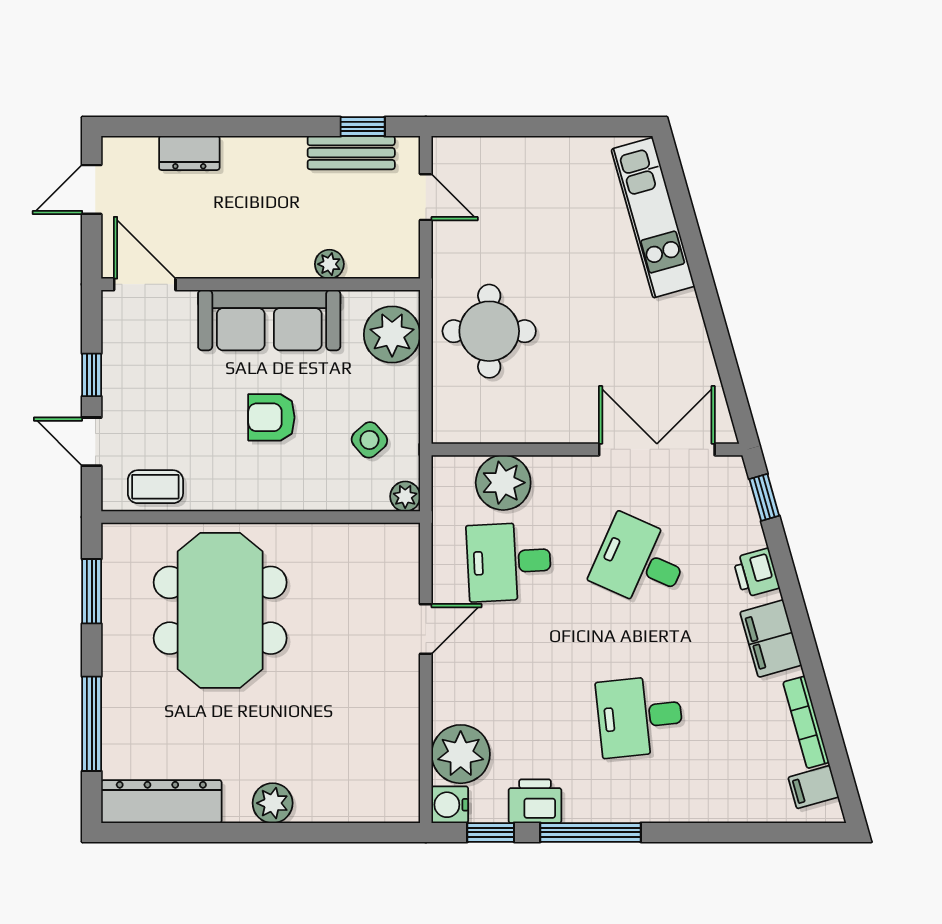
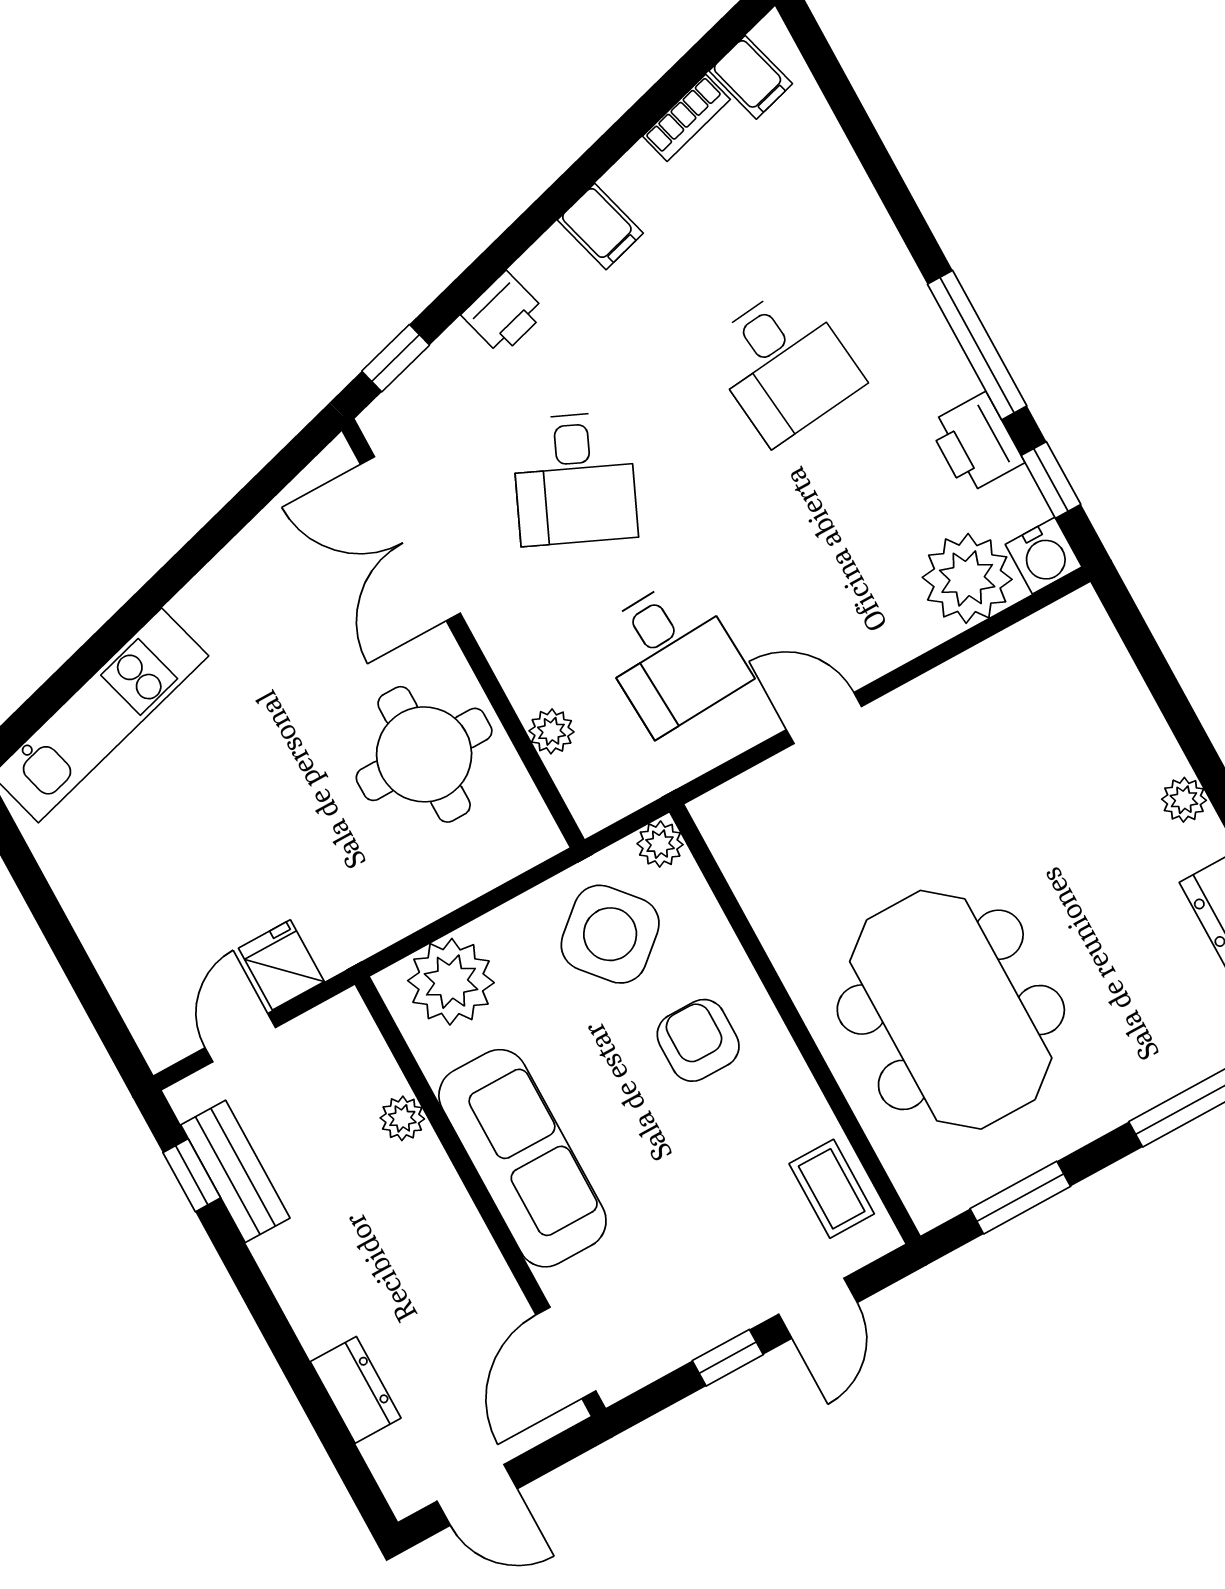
fridge: (454, 243) -> (281, 965), added
round table: (489, 331) -> (424, 754), moved
armchair: (271, 417) -> (698, 1040), moved, turned 180
side table: (369, 440) -> (610, 934), width x1.87, depth x1.87
plant: (503, 483) -> (552, 731), width x0.53, depth x0.53
meeting table: (220, 610) -> (951, 1010), turned 90
filing cabinet: (771, 639) -> (600, 226), width x0.50
bookcase: (806, 722) -> (686, 118), width x0.64
plant: (273, 803) -> (1184, 800), width x0.73, depth x0.73

